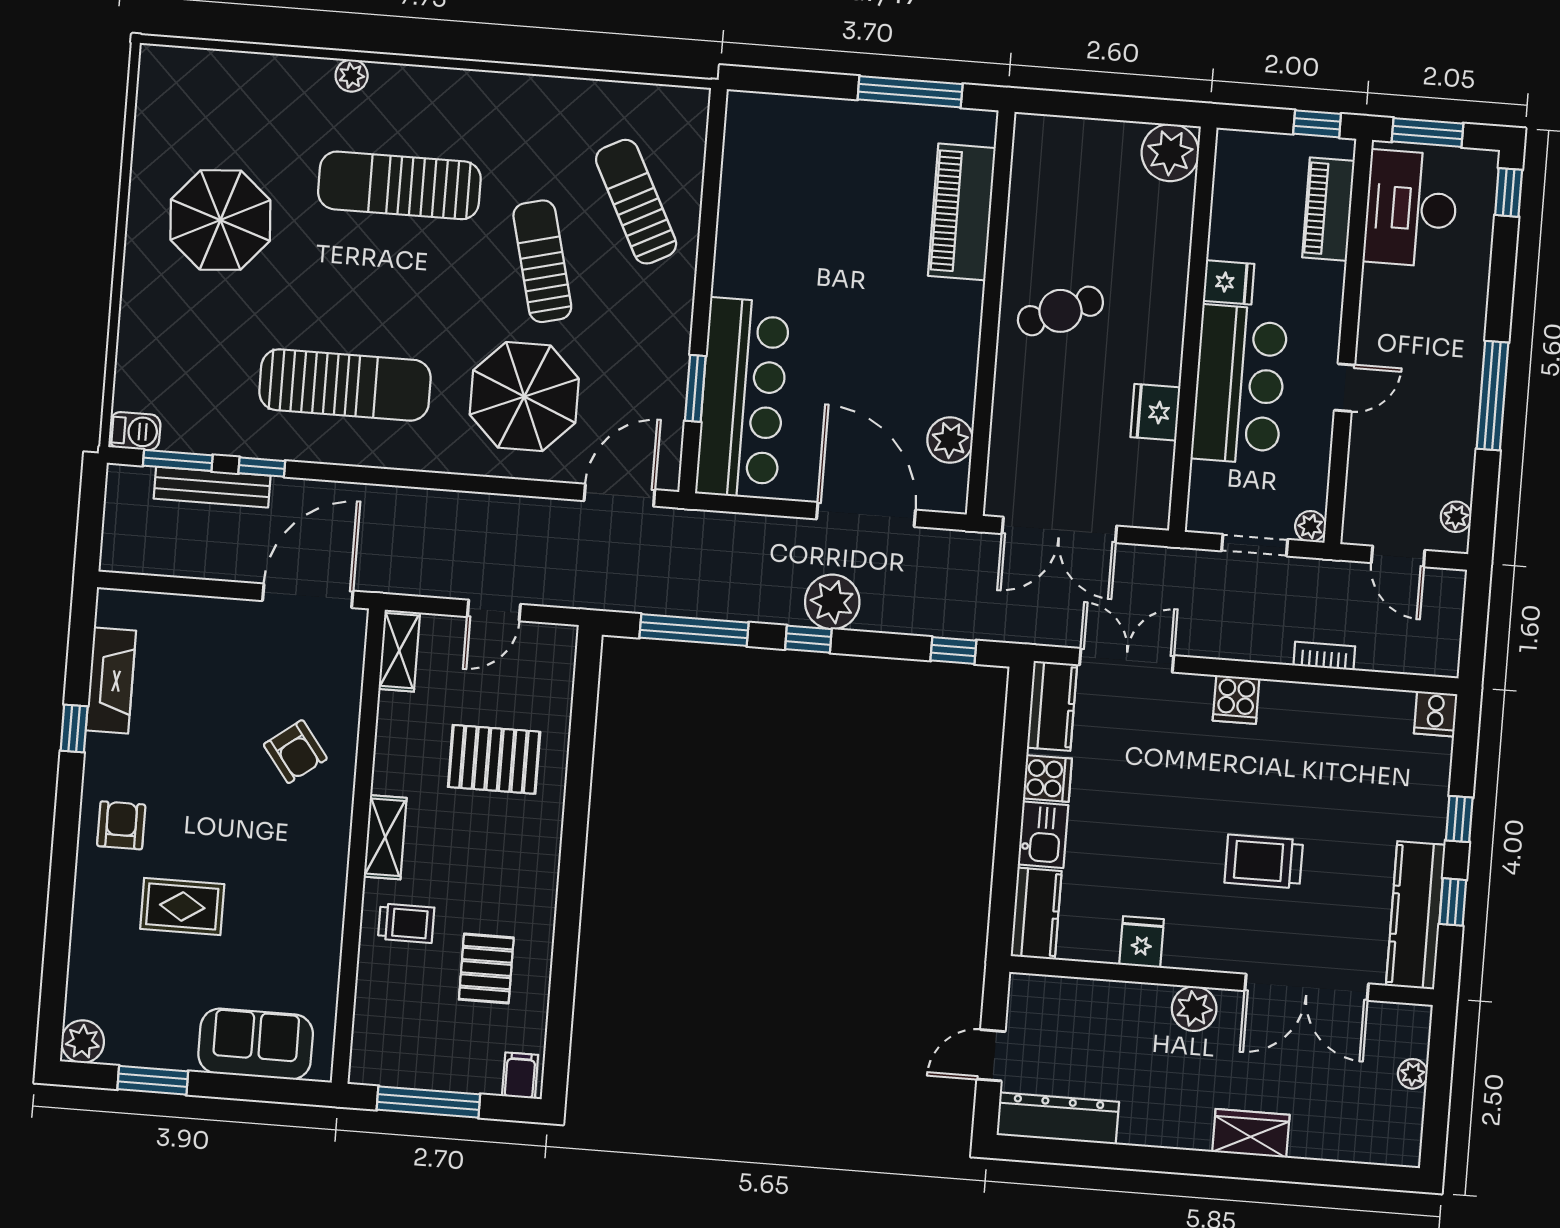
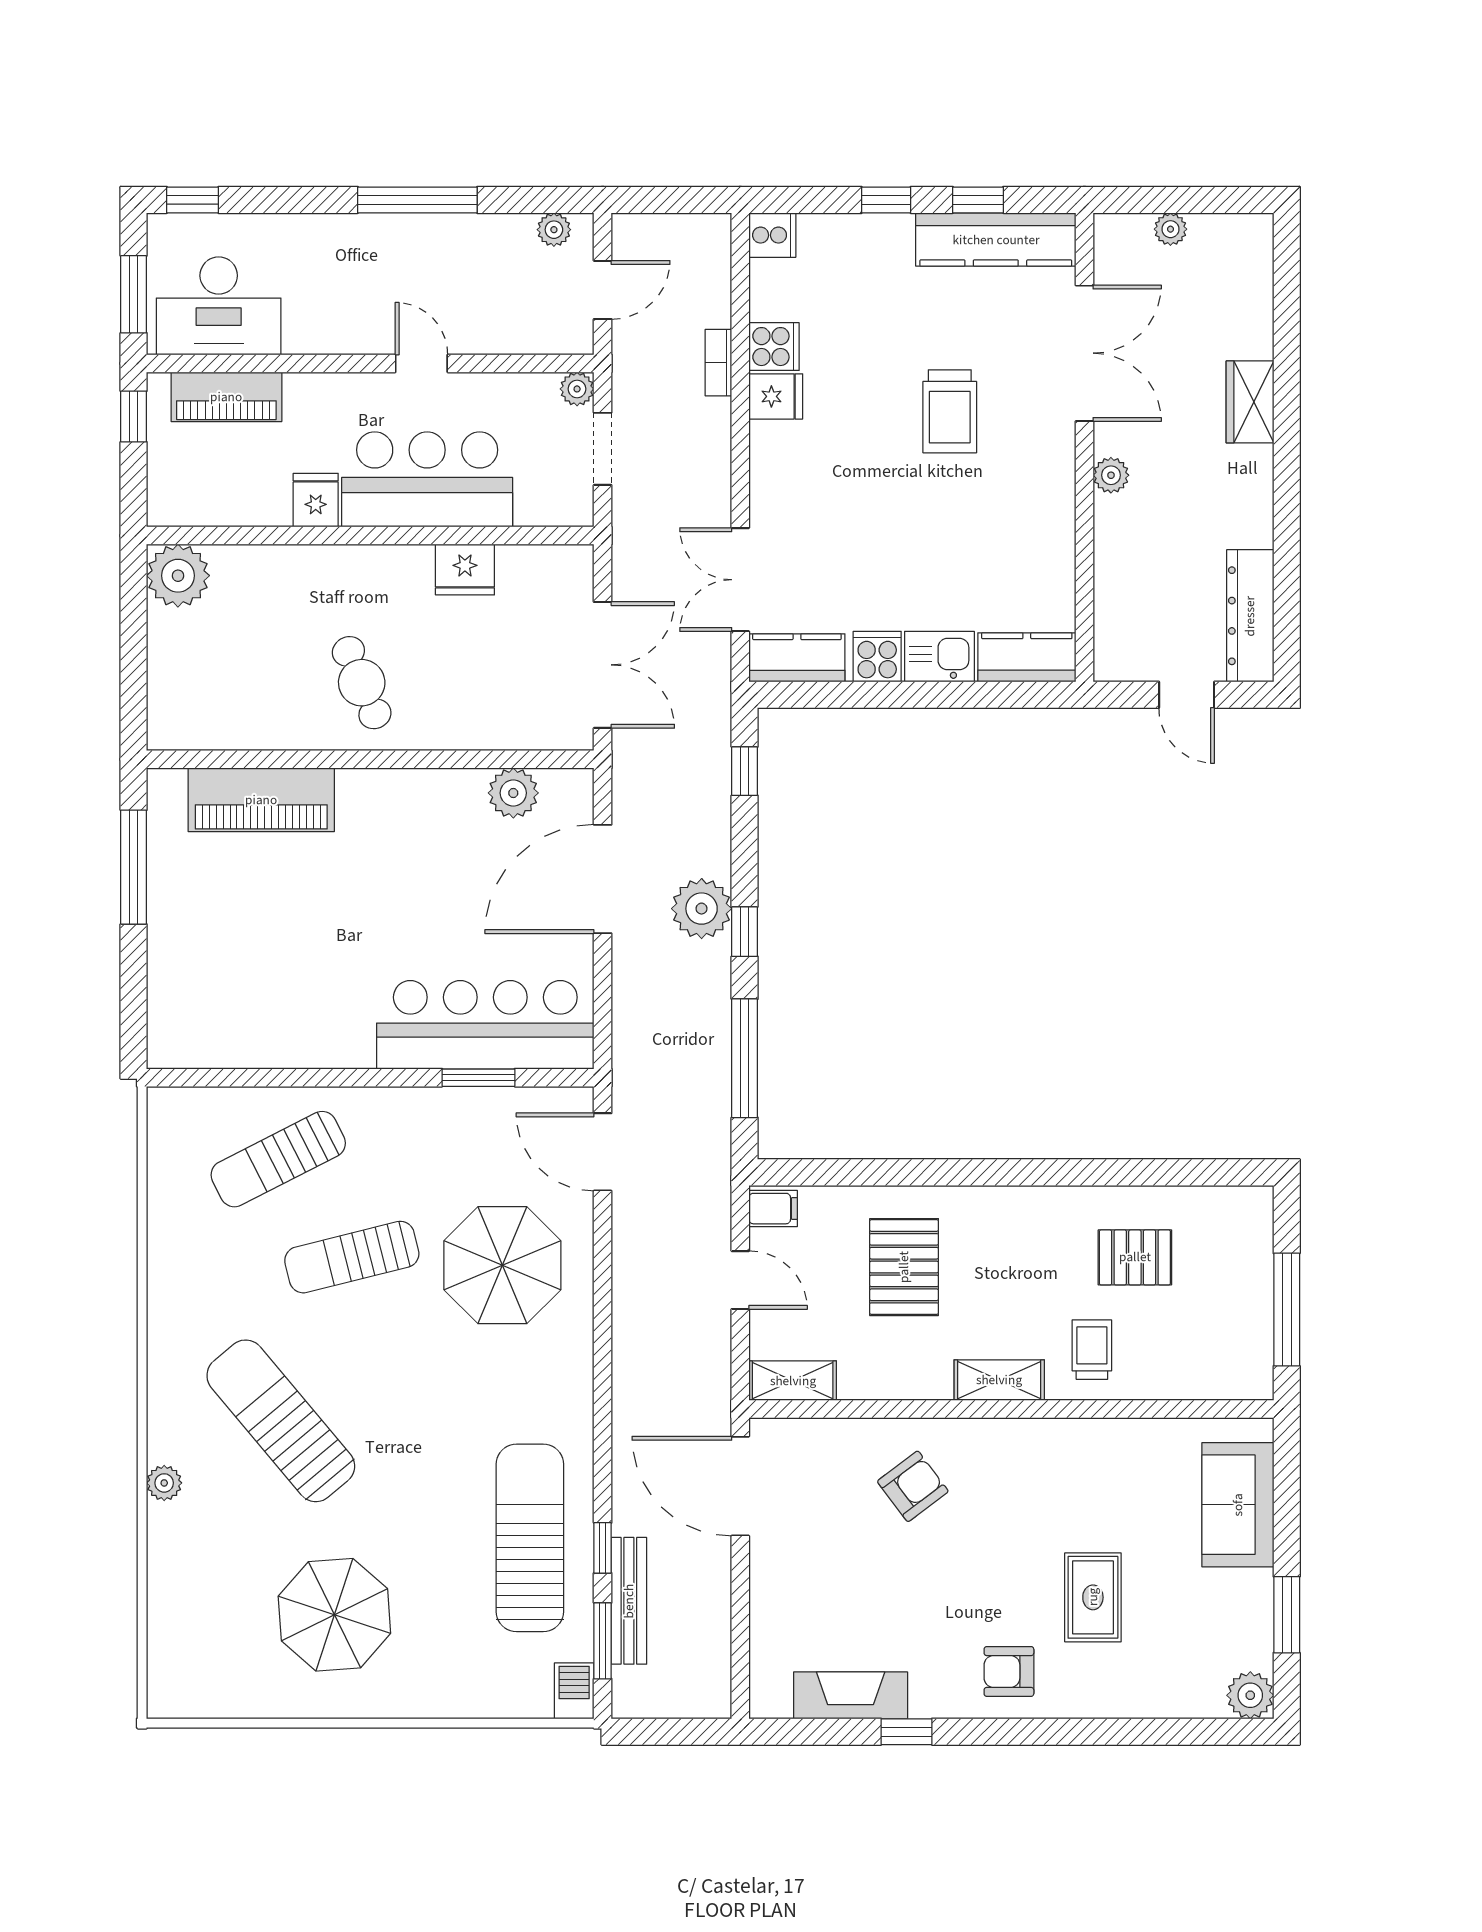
sun lounger: (399, 185) -> (281, 1421), turned 140
sun lounger: (345, 385) -> (530, 1538), moved
cooker: (1236, 700) -> (774, 347), moved
fridge: (1142, 942) -> (776, 396), moved, turned 180
plant: (1194, 1009) -> (1111, 475), width x0.73, depth x0.73
filing cabinet: (520, 1075) -> (773, 1209), moved, turned 180

